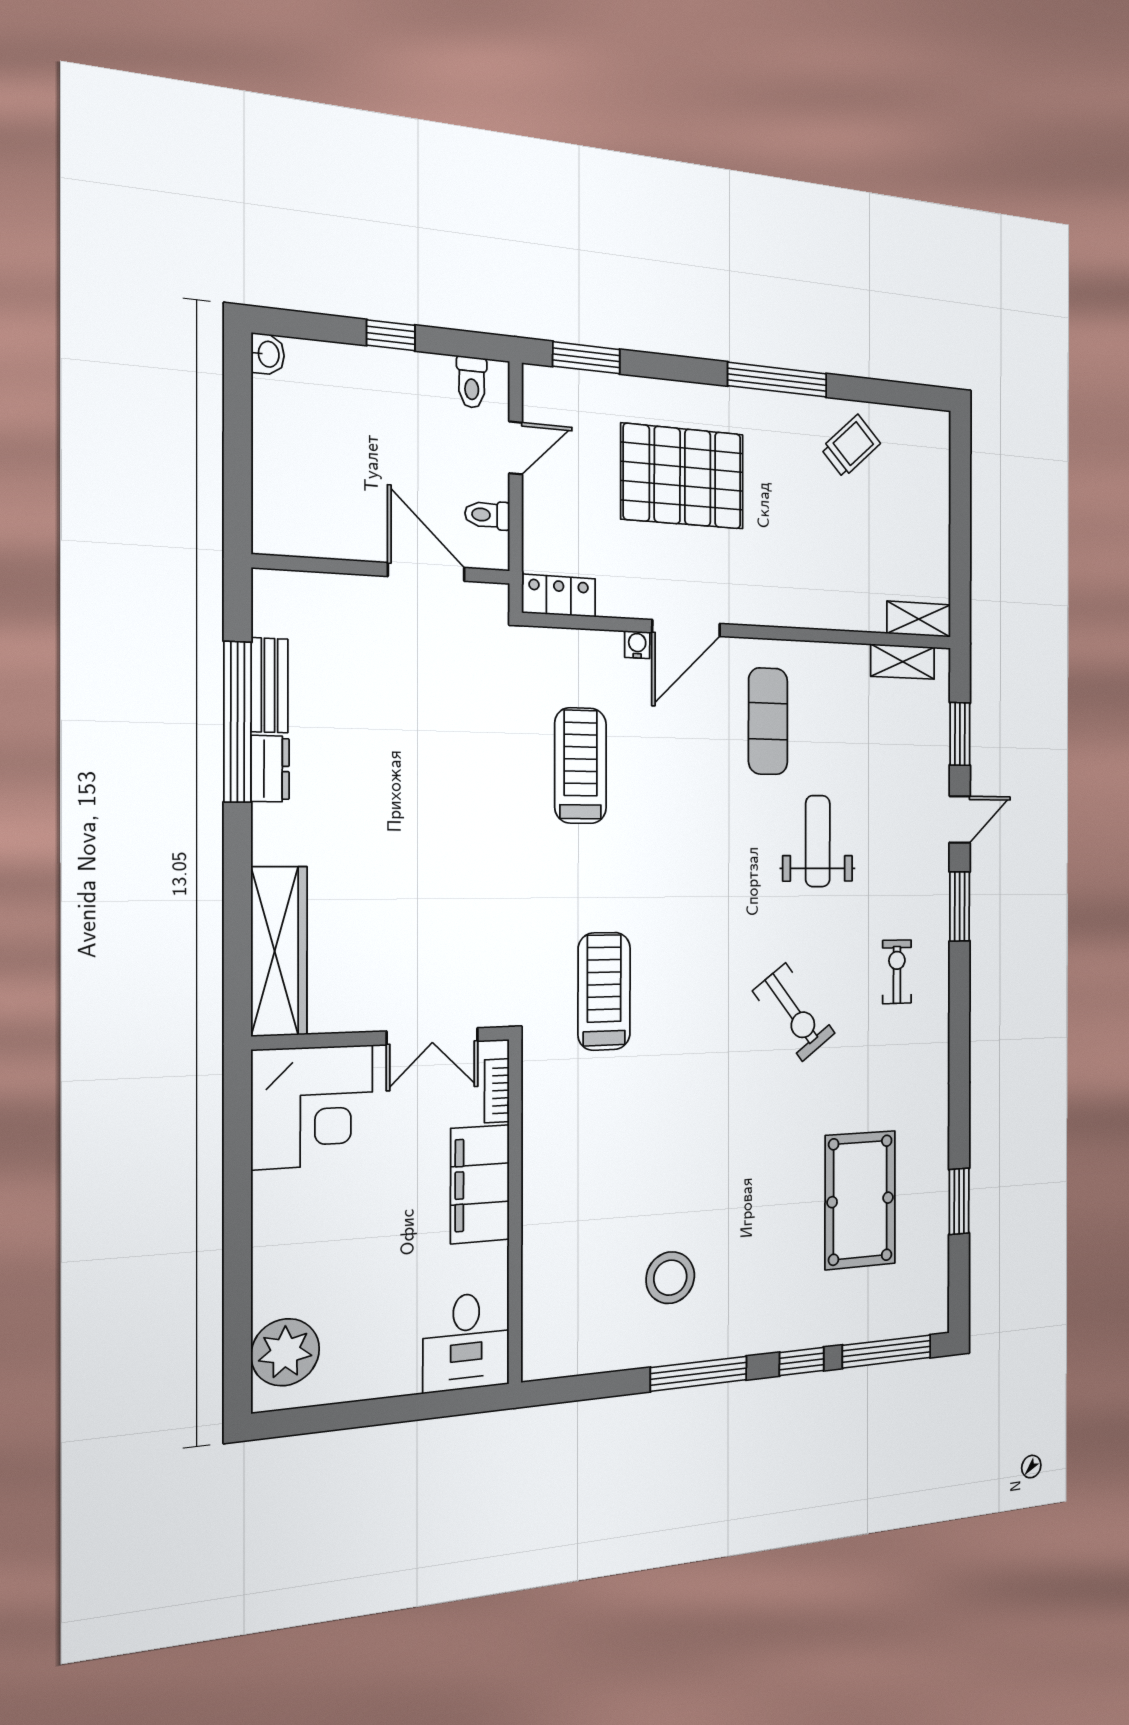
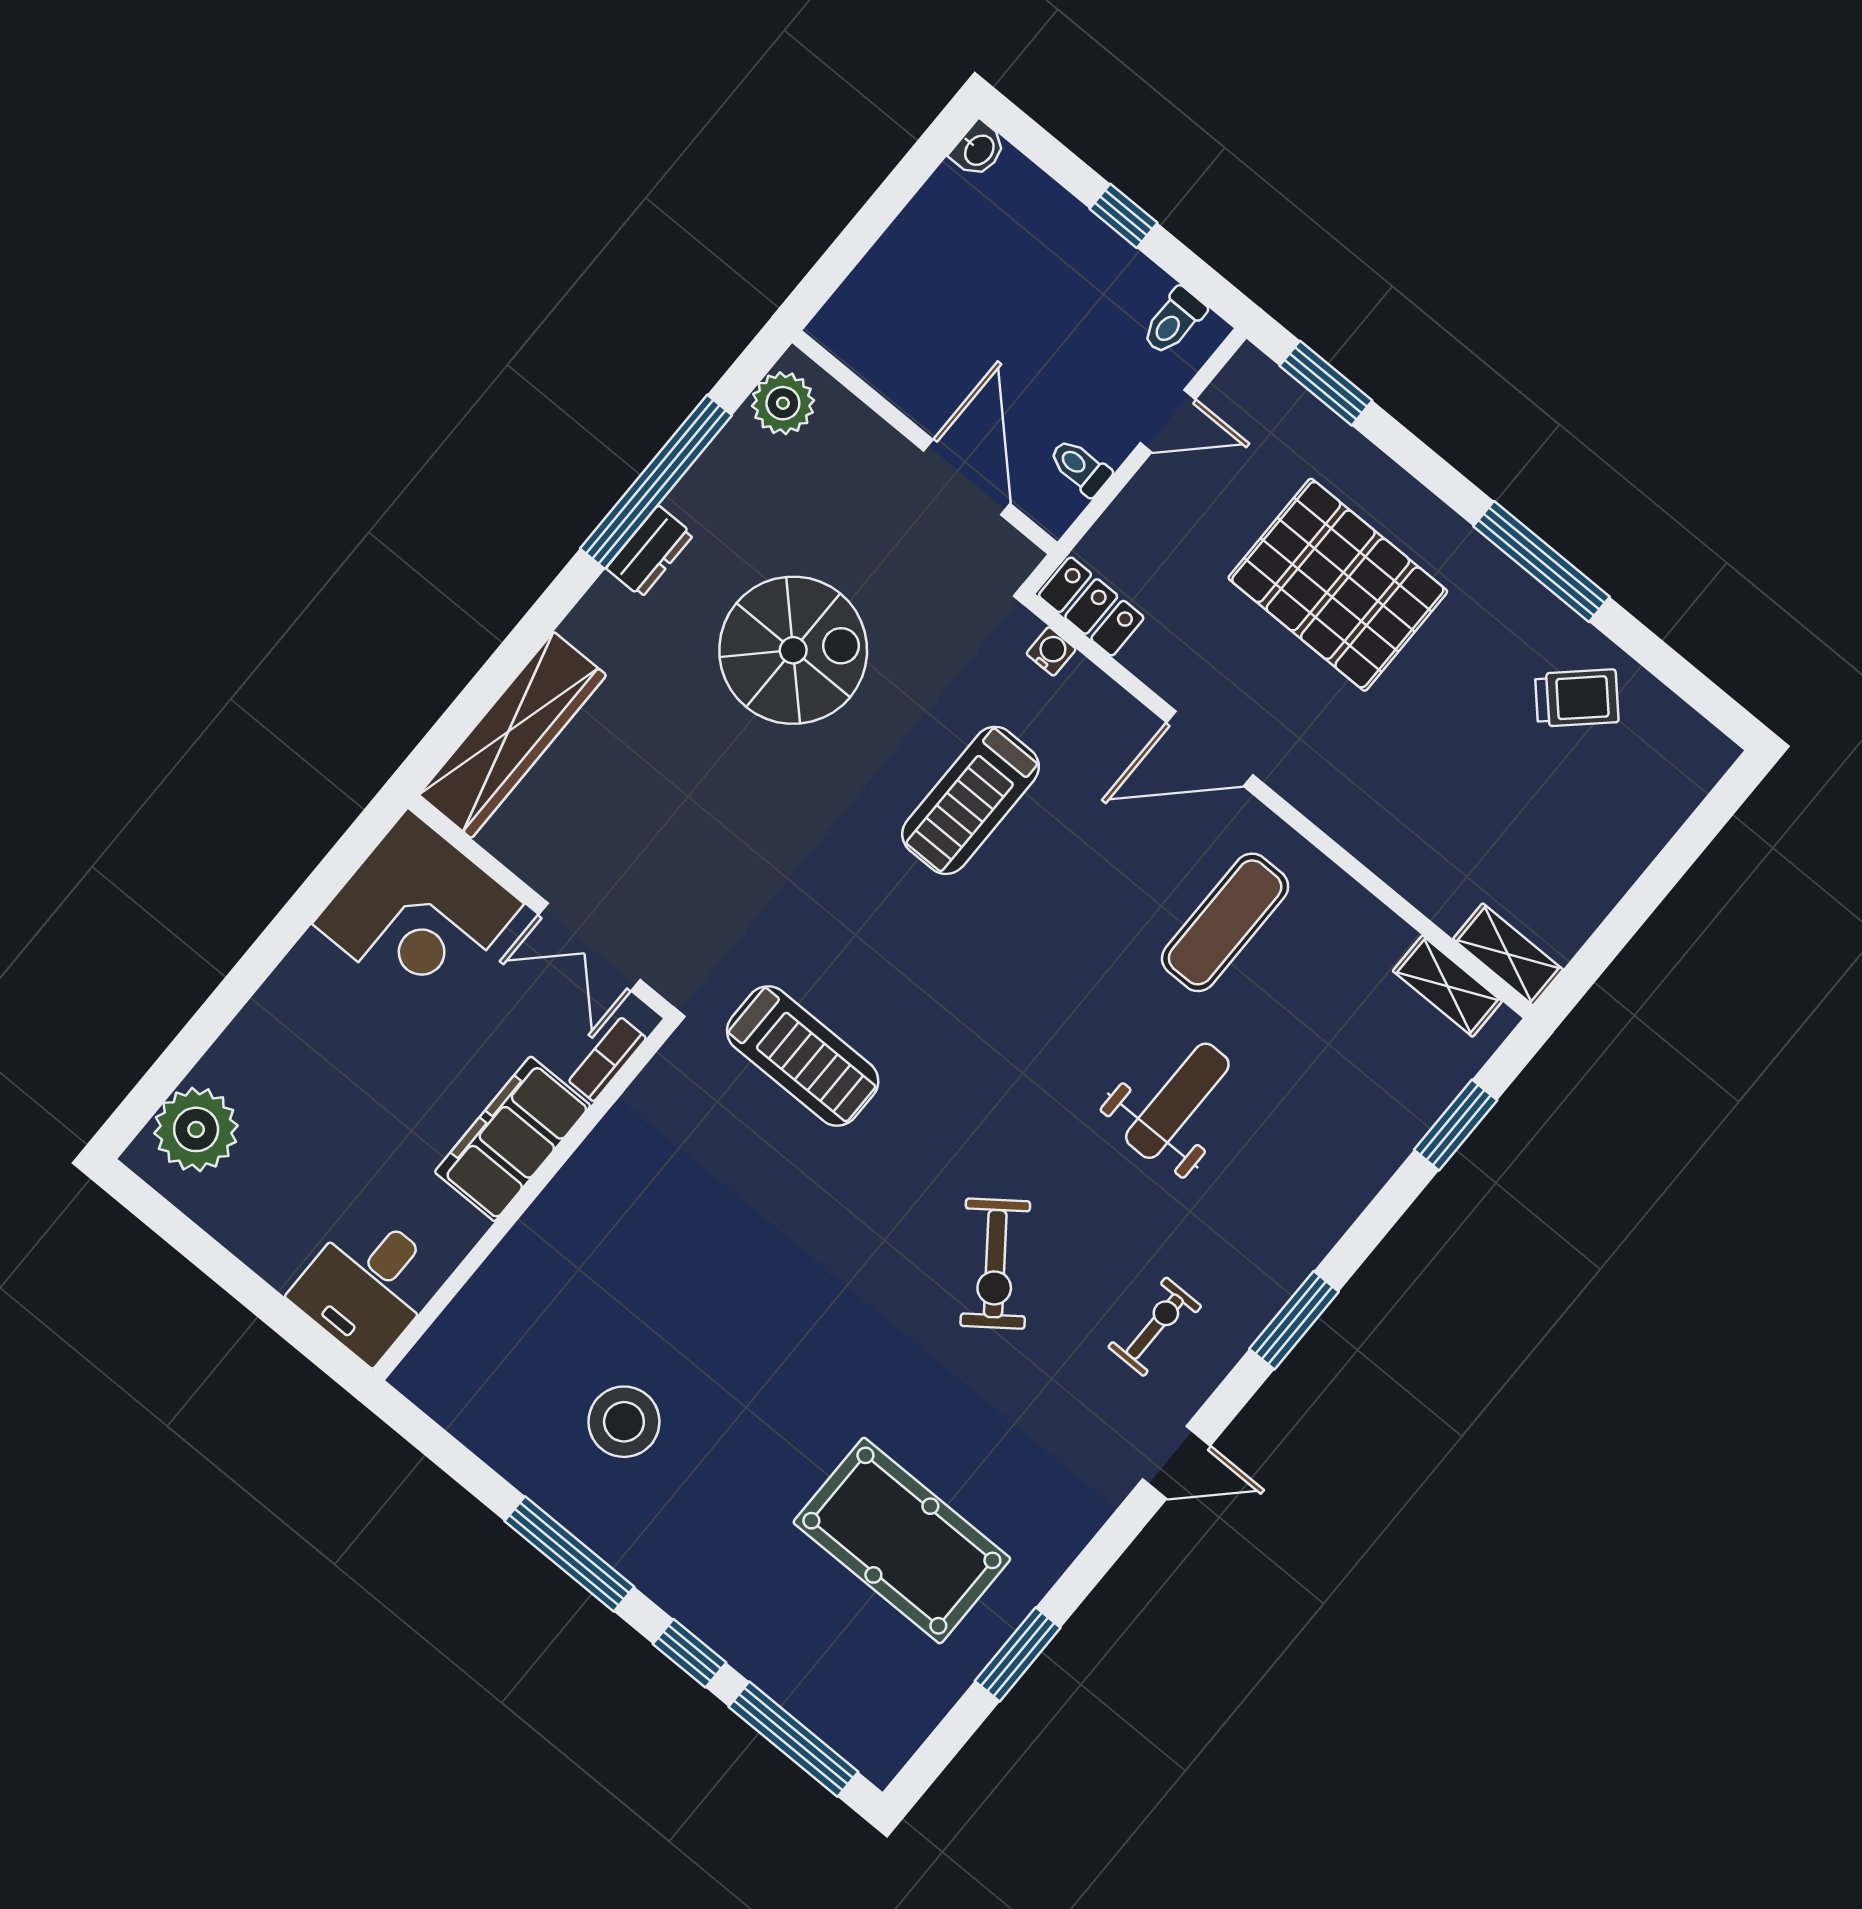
plant: (277, 610) -> (783, 403), added
water cooler: (637, 645) -> (1051, 651), moved
bench: (269, 685) -> (716, 470), removed
spiral stairs: (408, 760) -> (793, 650), added
treadmill: (581, 766) -> (971, 800), turned 180
door: (960, 819) -> (1176, 1462), moved
treadmill: (604, 991) -> (803, 1056), turned 90
pool table: (860, 1200) -> (902, 1541), turned 90

